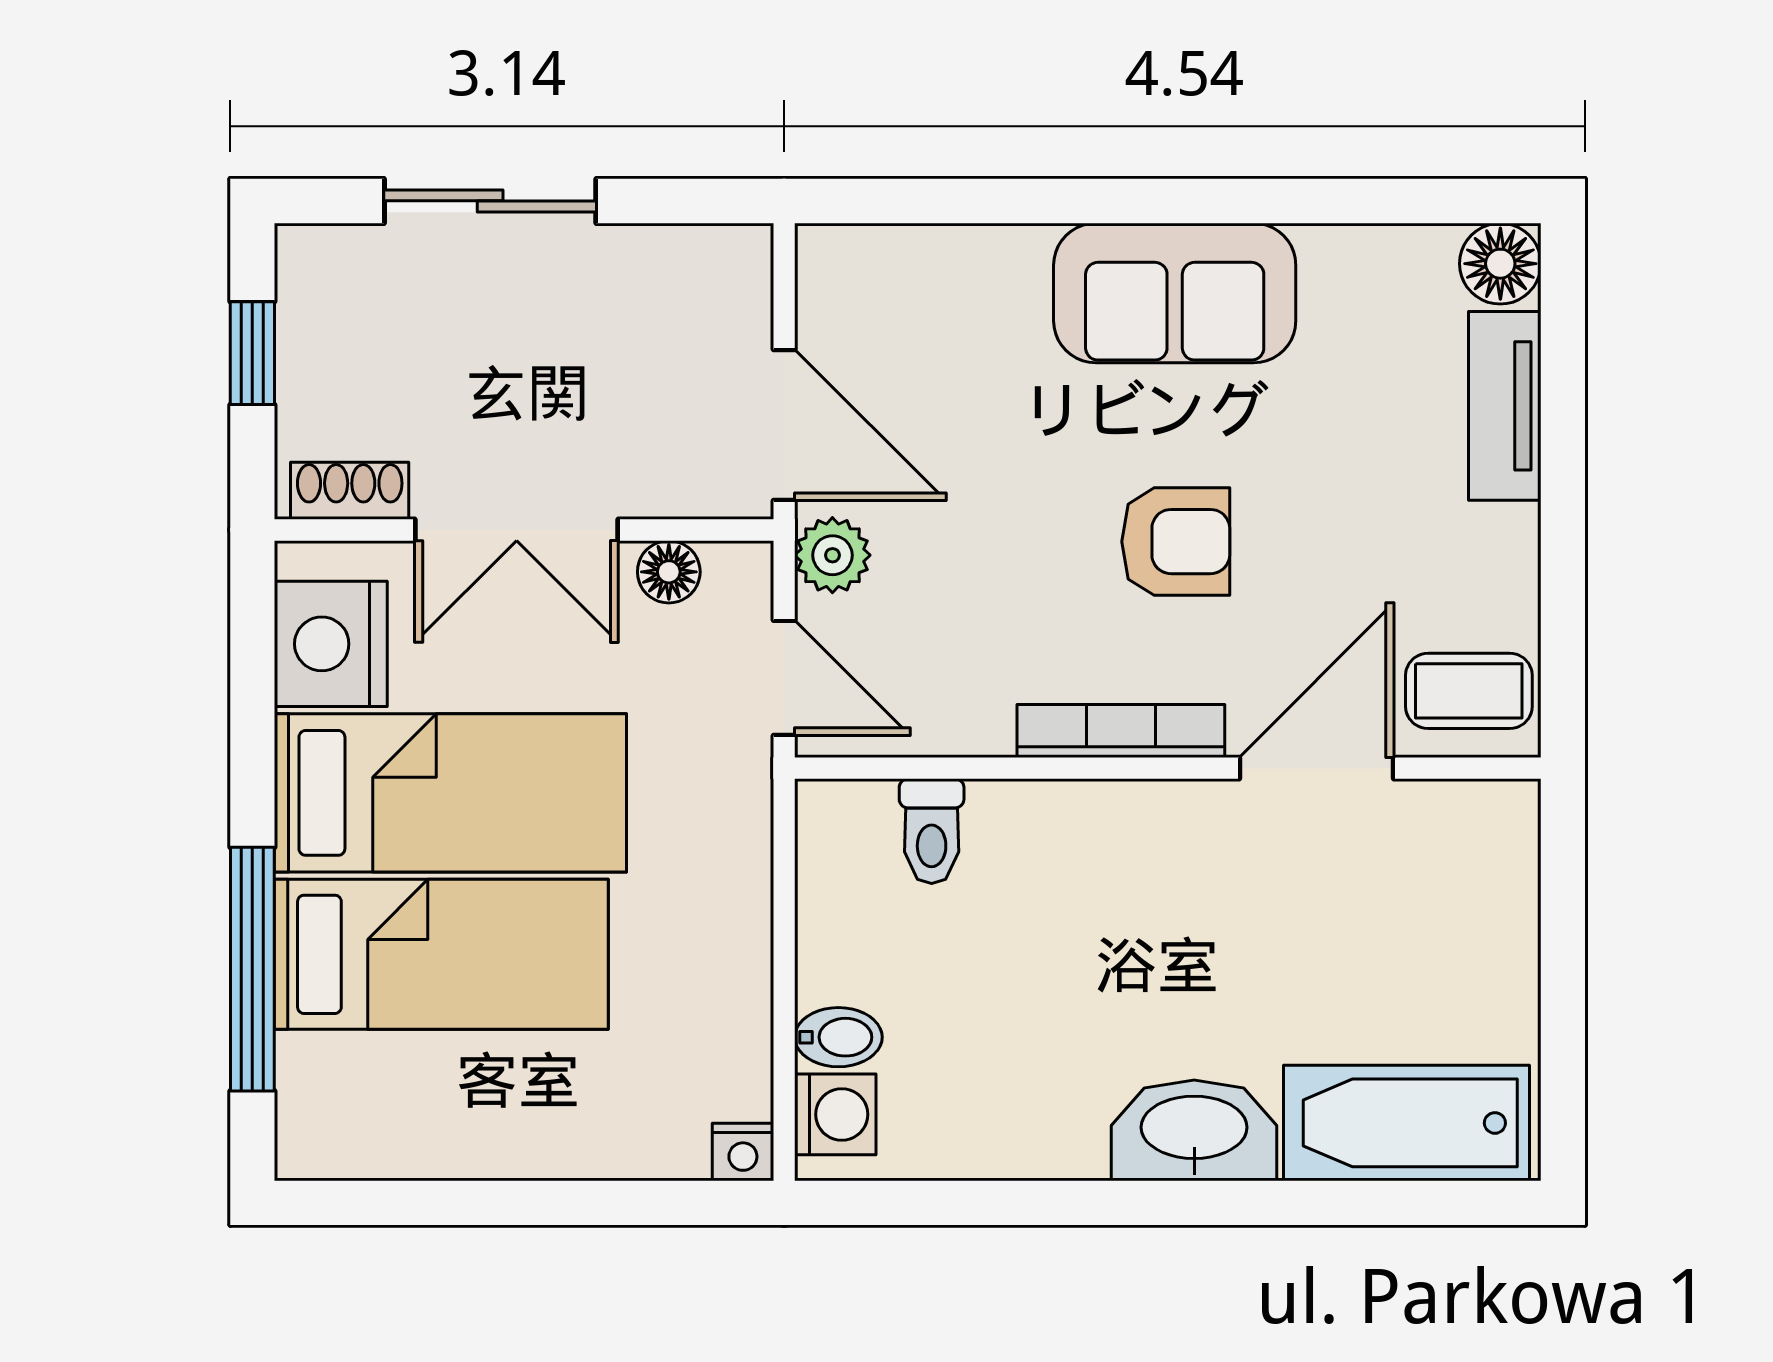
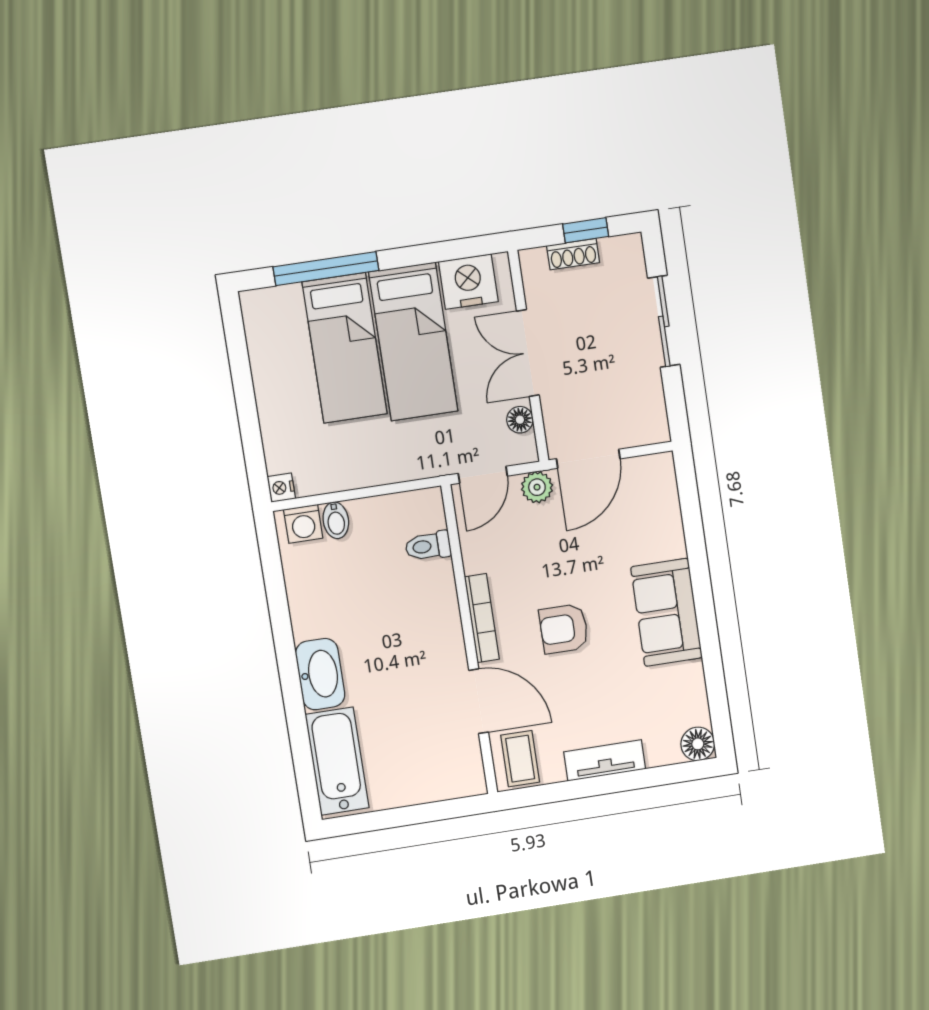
tv unit: (1505, 406) -> (605, 760), moved
shoe rack: (350, 491) -> (573, 254), moved, turned 90
armchair: (1176, 542) -> (564, 629), turned 90

